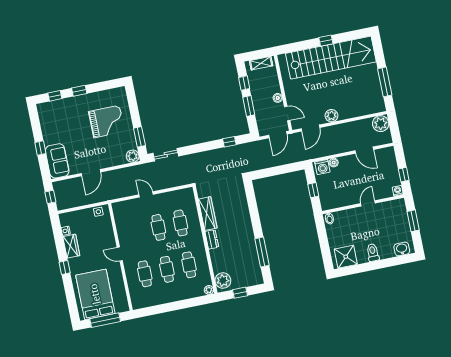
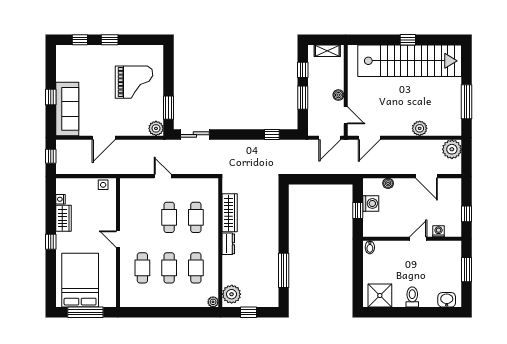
plant: (331, 116) -> (420, 128), moved
sofa: (57, 161) -> (67, 109), width x1.36
washing machine: (322, 167) -> (371, 203), moved, turned -90
washing machine: (398, 191) -> (439, 231), moved

